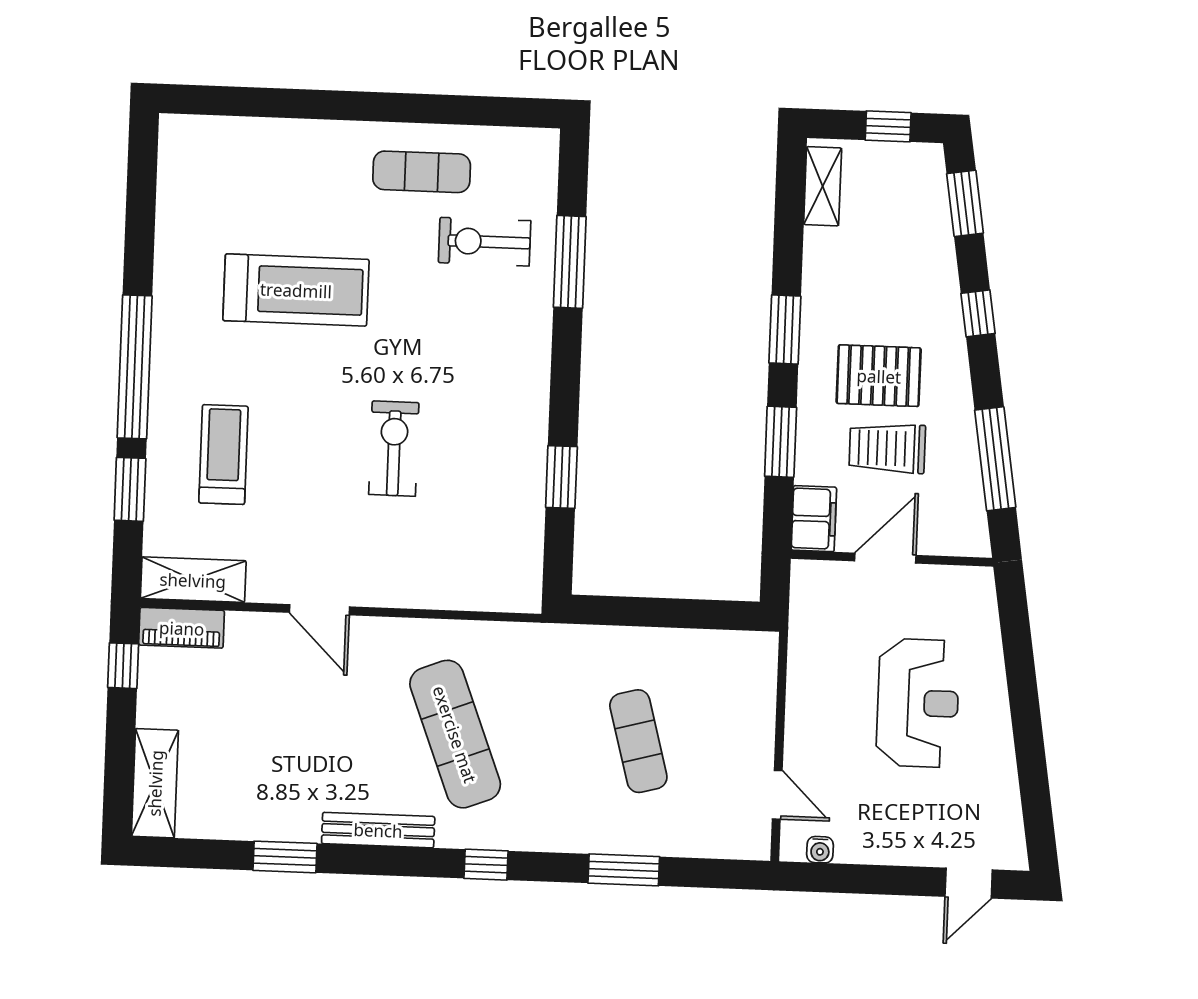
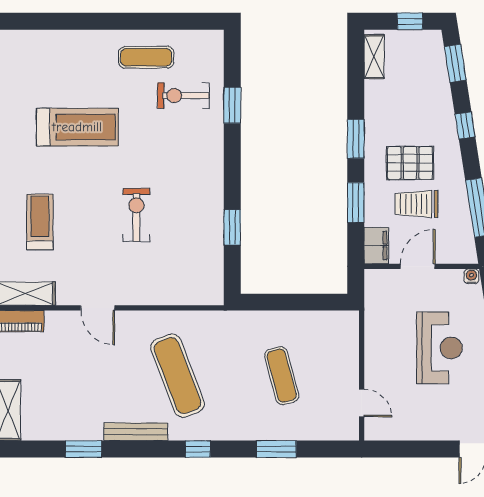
window: (570, 262) -> (232, 105), width x0.69
water cooler: (820, 850) -> (471, 276), moved, turned 180

